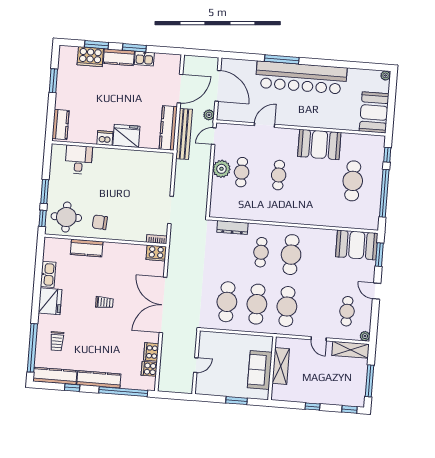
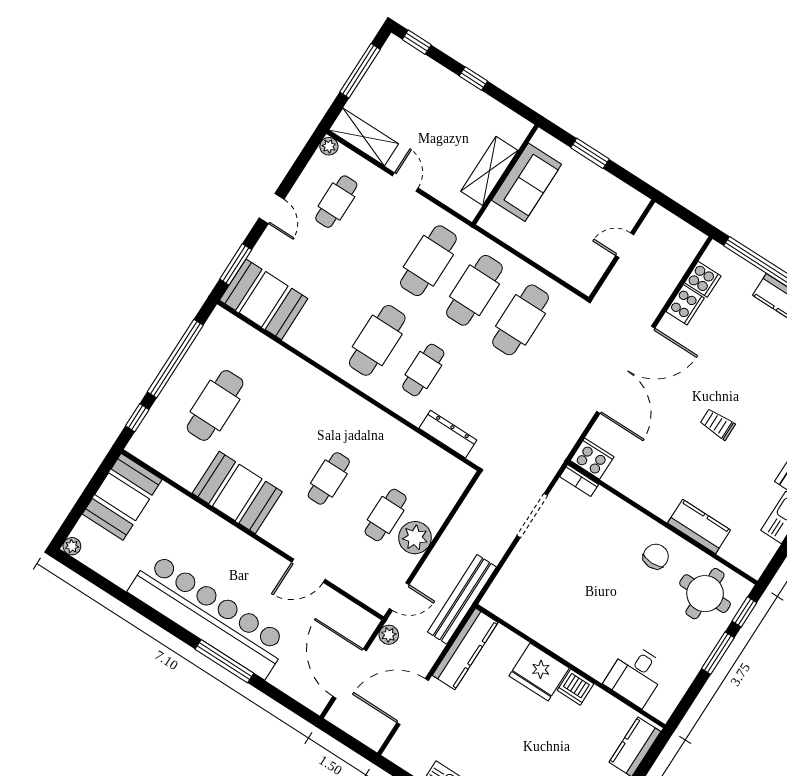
bench: (184, 134) -> (462, 599), moved
chair: (100, 222) -> (656, 556), turned -94

